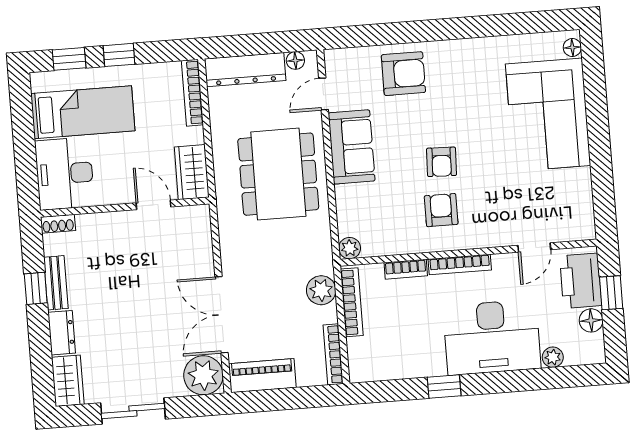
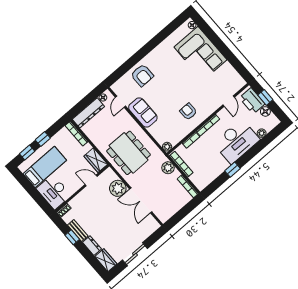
armchair: (403, 74) -> (142, 75), turned 90
armchair: (442, 162) -> (177, 95), removed
dining table: (278, 174) -> (129, 153), moved
plant: (203, 375) -> (118, 188), moved
piano: (262, 376) -> (169, 211), removed

